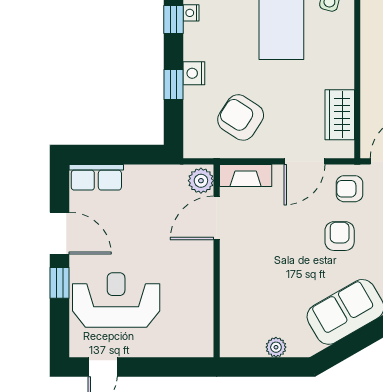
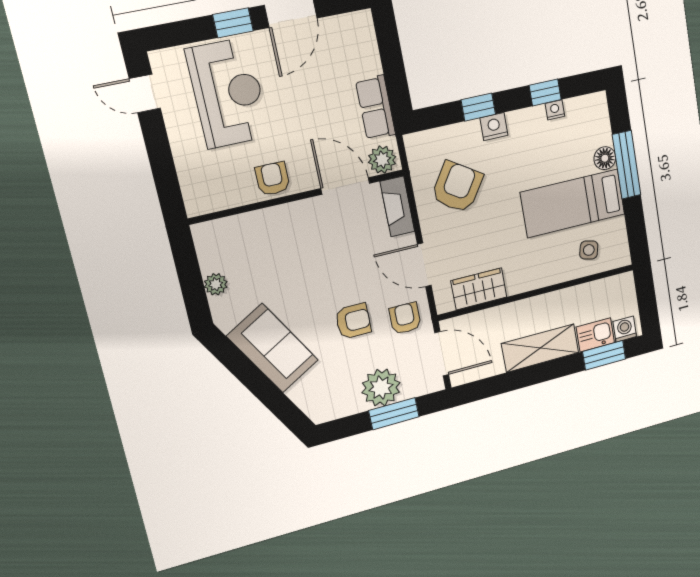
row of seats: (96, 177) -> (376, 108), moved
armchair: (196, 279) -> (273, 179), added

